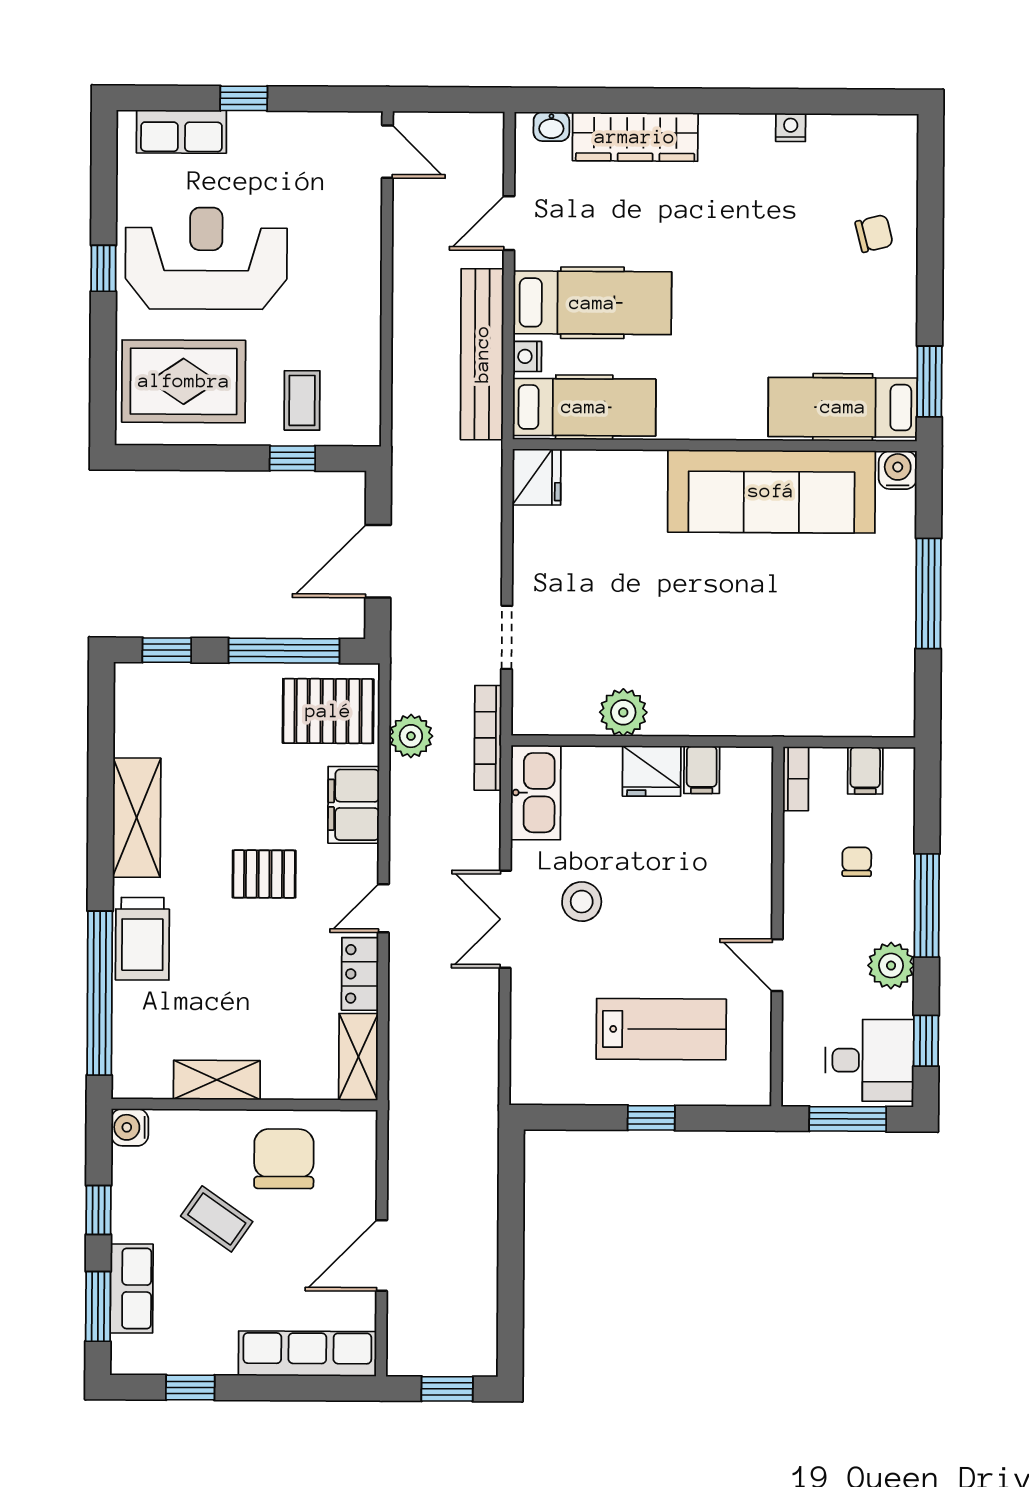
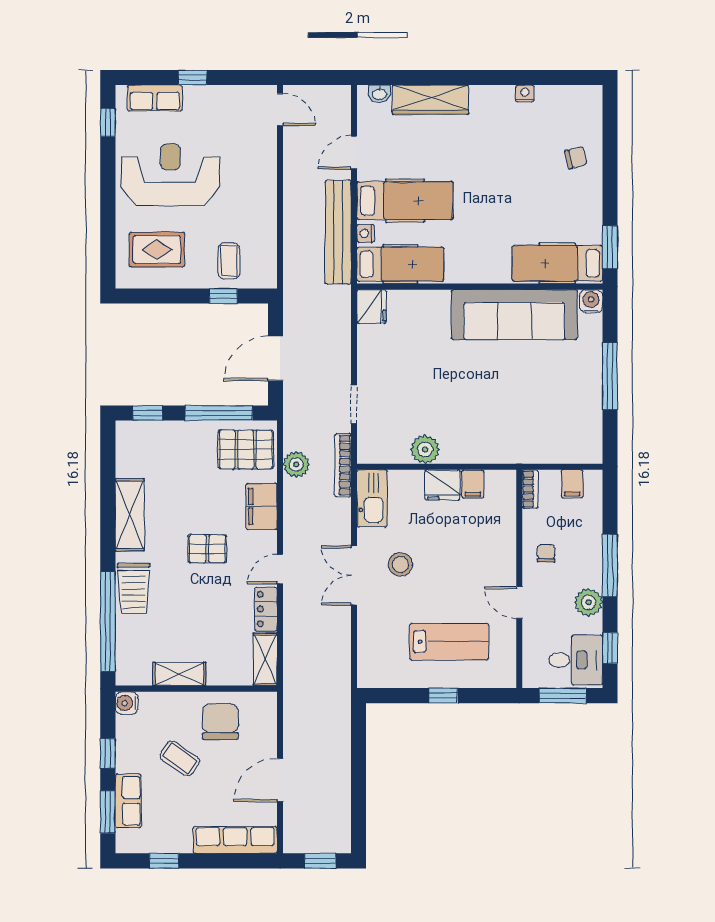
window: (103, 268) -> (108, 123), moved
rug: (184, 381) -> (157, 250), width x0.73, depth x0.70
chair: (857, 862) -> (546, 553), moved

